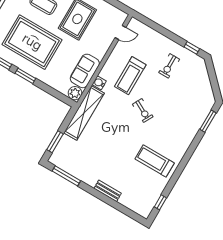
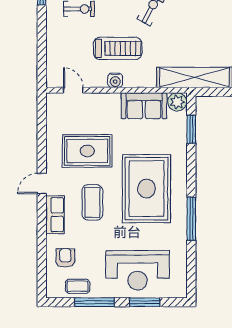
window: (25, 76) -> (191, 129), moved
water cooler: (99, 83) -> (115, 80), moved

